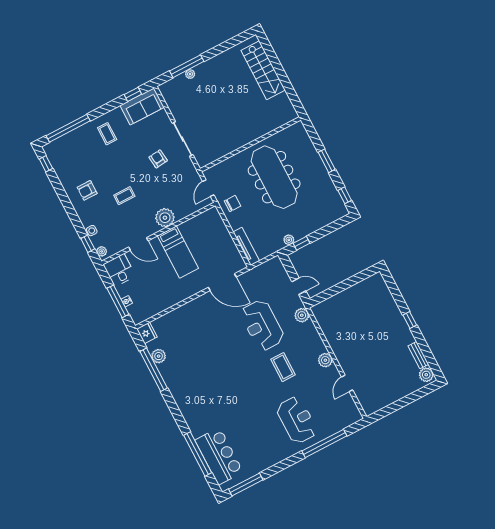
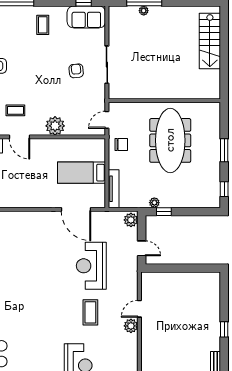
coffee table: (124, 196) -> (15, 110), moved
bed: (178, 252) -> (82, 173), moved, turned 90
plant: (302, 315) -> (131, 220), moved
door: (347, 383) -> (139, 309), moved

